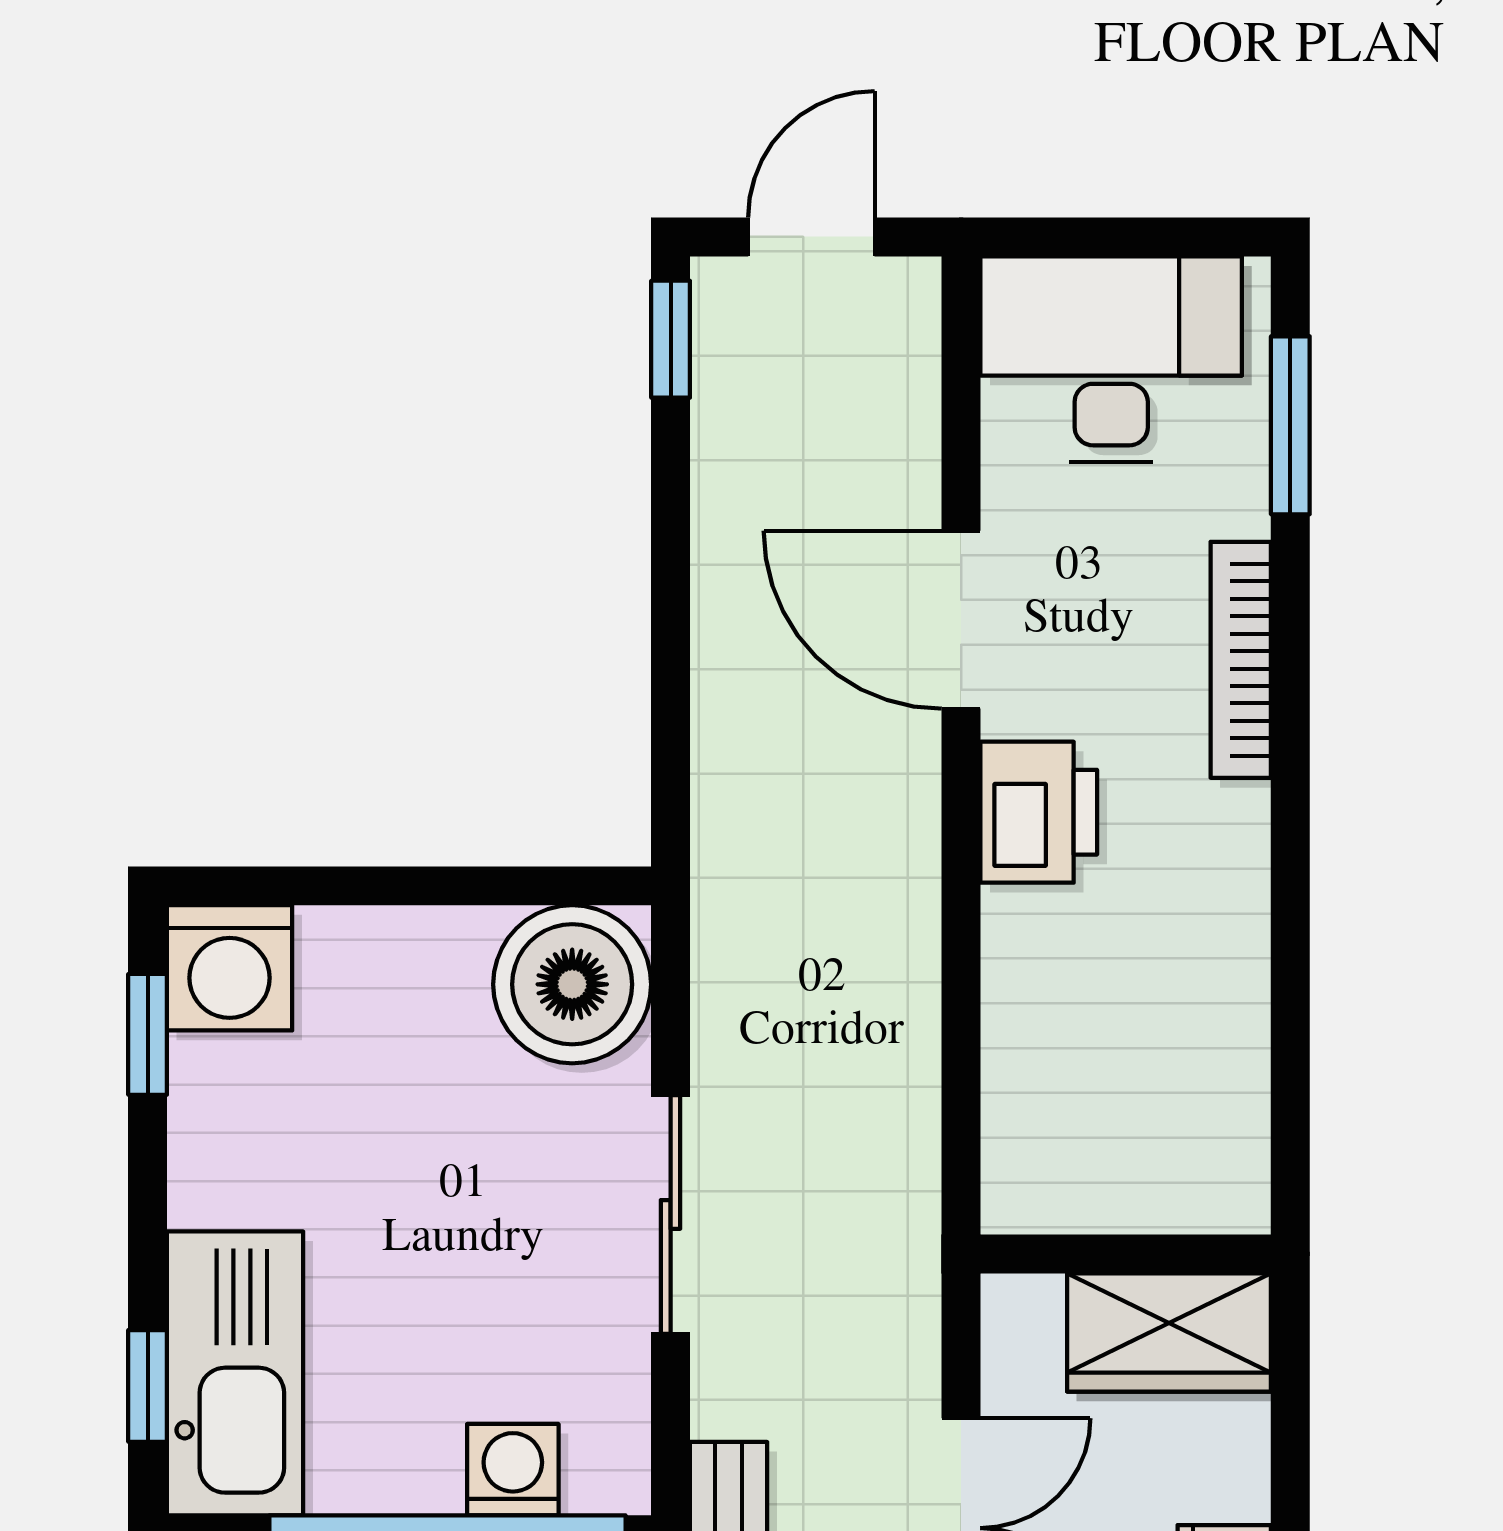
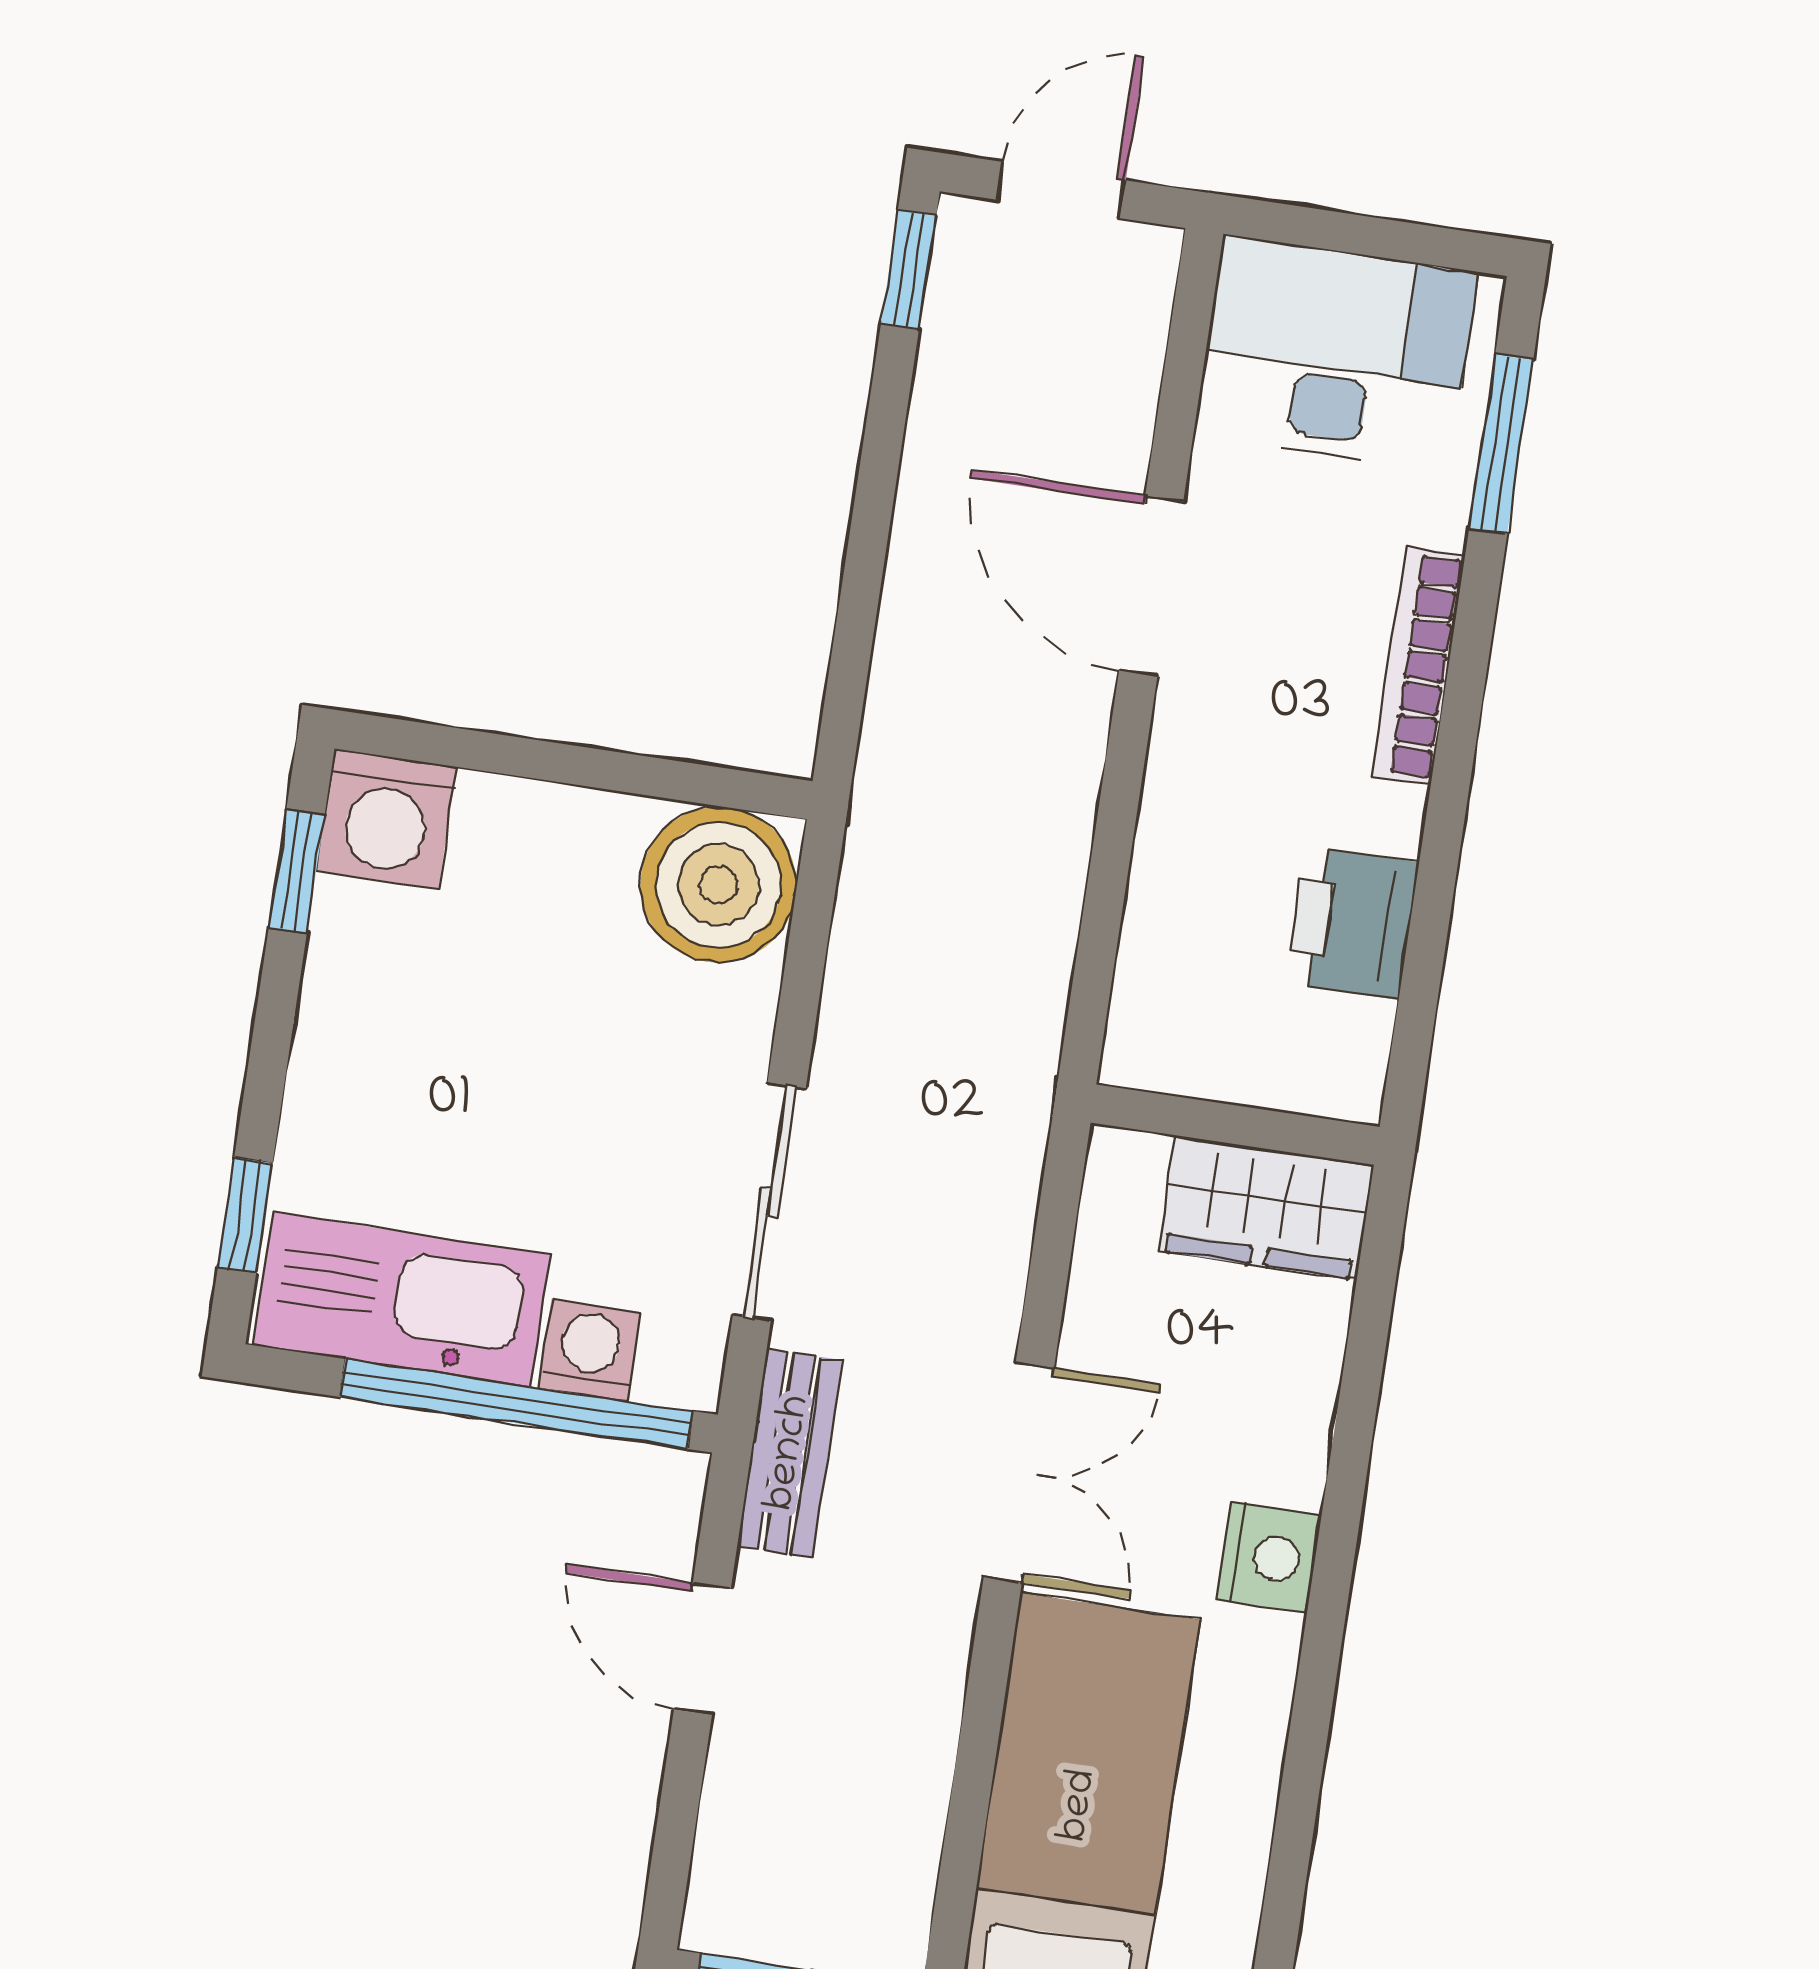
printer: (1039, 812) -> (1352, 923), moved, turned 180
sliding door: (671, 1214) -> (769, 1202), moved
wall: (1126, 1254) -> (1235, 1125), moved
wardrobe: (1169, 1332) -> (1266, 1208), moved
kitchen sink: (235, 1373) -> (402, 1300), moved, turned -90

